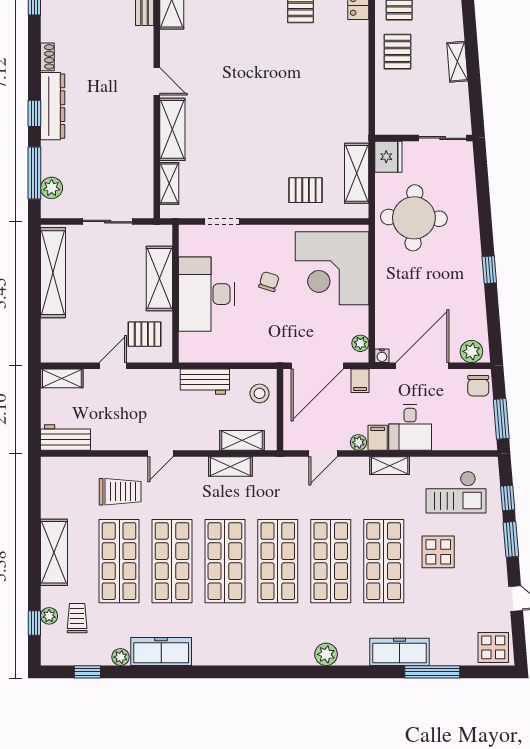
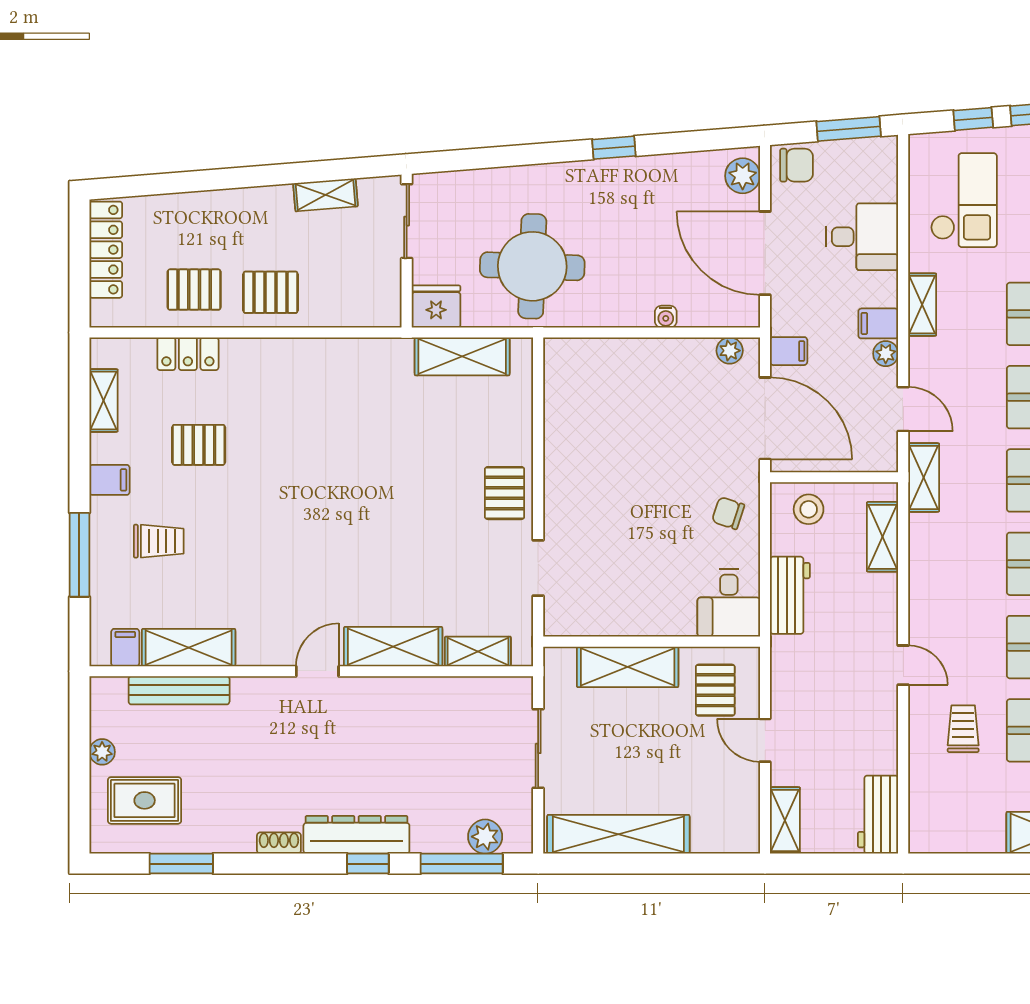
shelving: (457, 62) -> (325, 195), moved
pallet: (306, 190) -> (505, 493), moved
corner desk: (332, 268) -> (611, 395), removed
chair: (269, 282) -> (728, 513), moved
desk: (206, 294) -> (729, 603), moved, width x0.53, depth x0.77
water cooler: (382, 356) -> (666, 317), moved, turned 90
desk: (410, 427) -> (862, 237), moved
shelving: (230, 466) -> (924, 477), moved
trolley: (120, 492) -> (963, 729), width x0.73, depth x0.72

